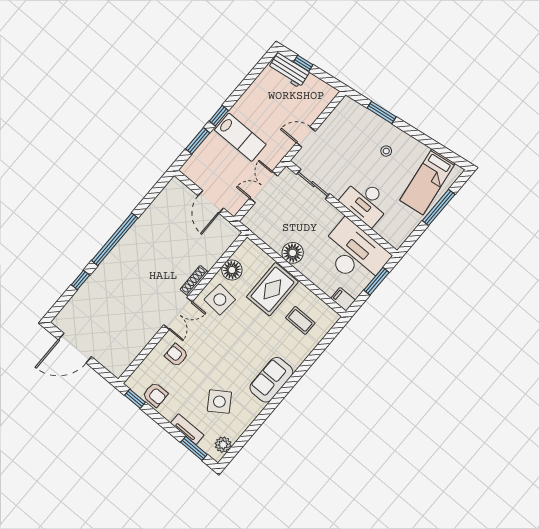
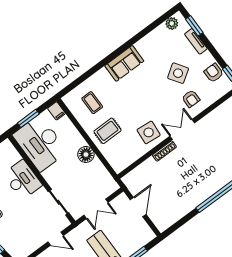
floor lamp: (232, 270) -> (134, 152), removed
rug: (272, 289) -> (107, 131), width x0.73, depth x0.70
side table: (219, 402) -> (178, 73), moved

